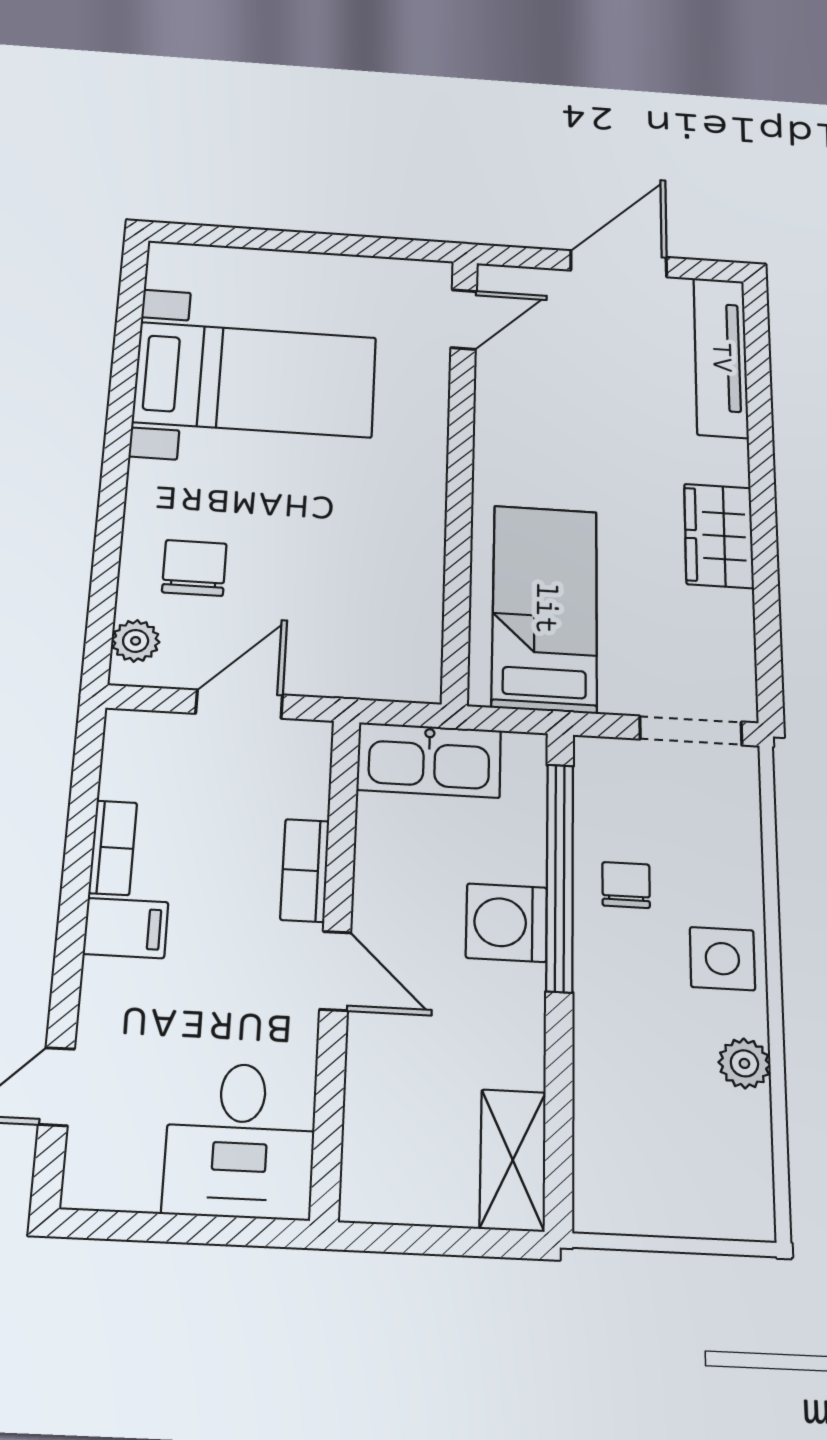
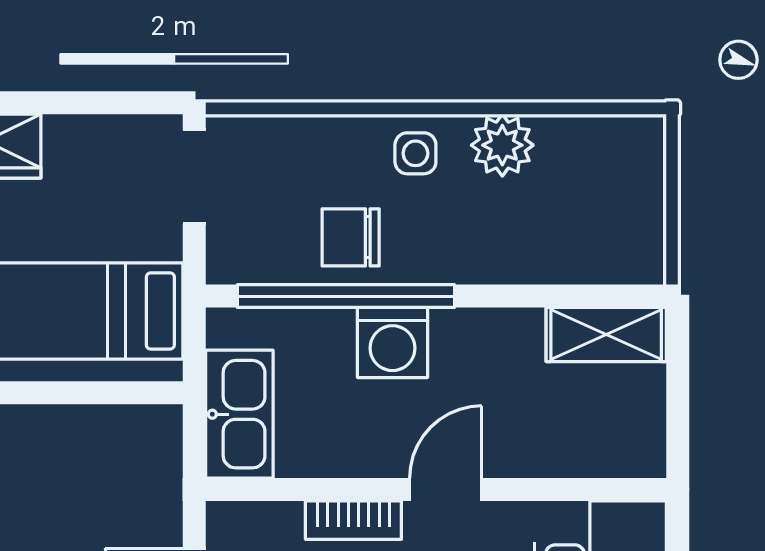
chair: (626, 885) -> (351, 237), width x1.37, depth x1.37
side table: (722, 959) -> (415, 153), width x0.73, depth x0.73
plant: (744, 1063) -> (502, 145), width x1.38, depth x1.38

